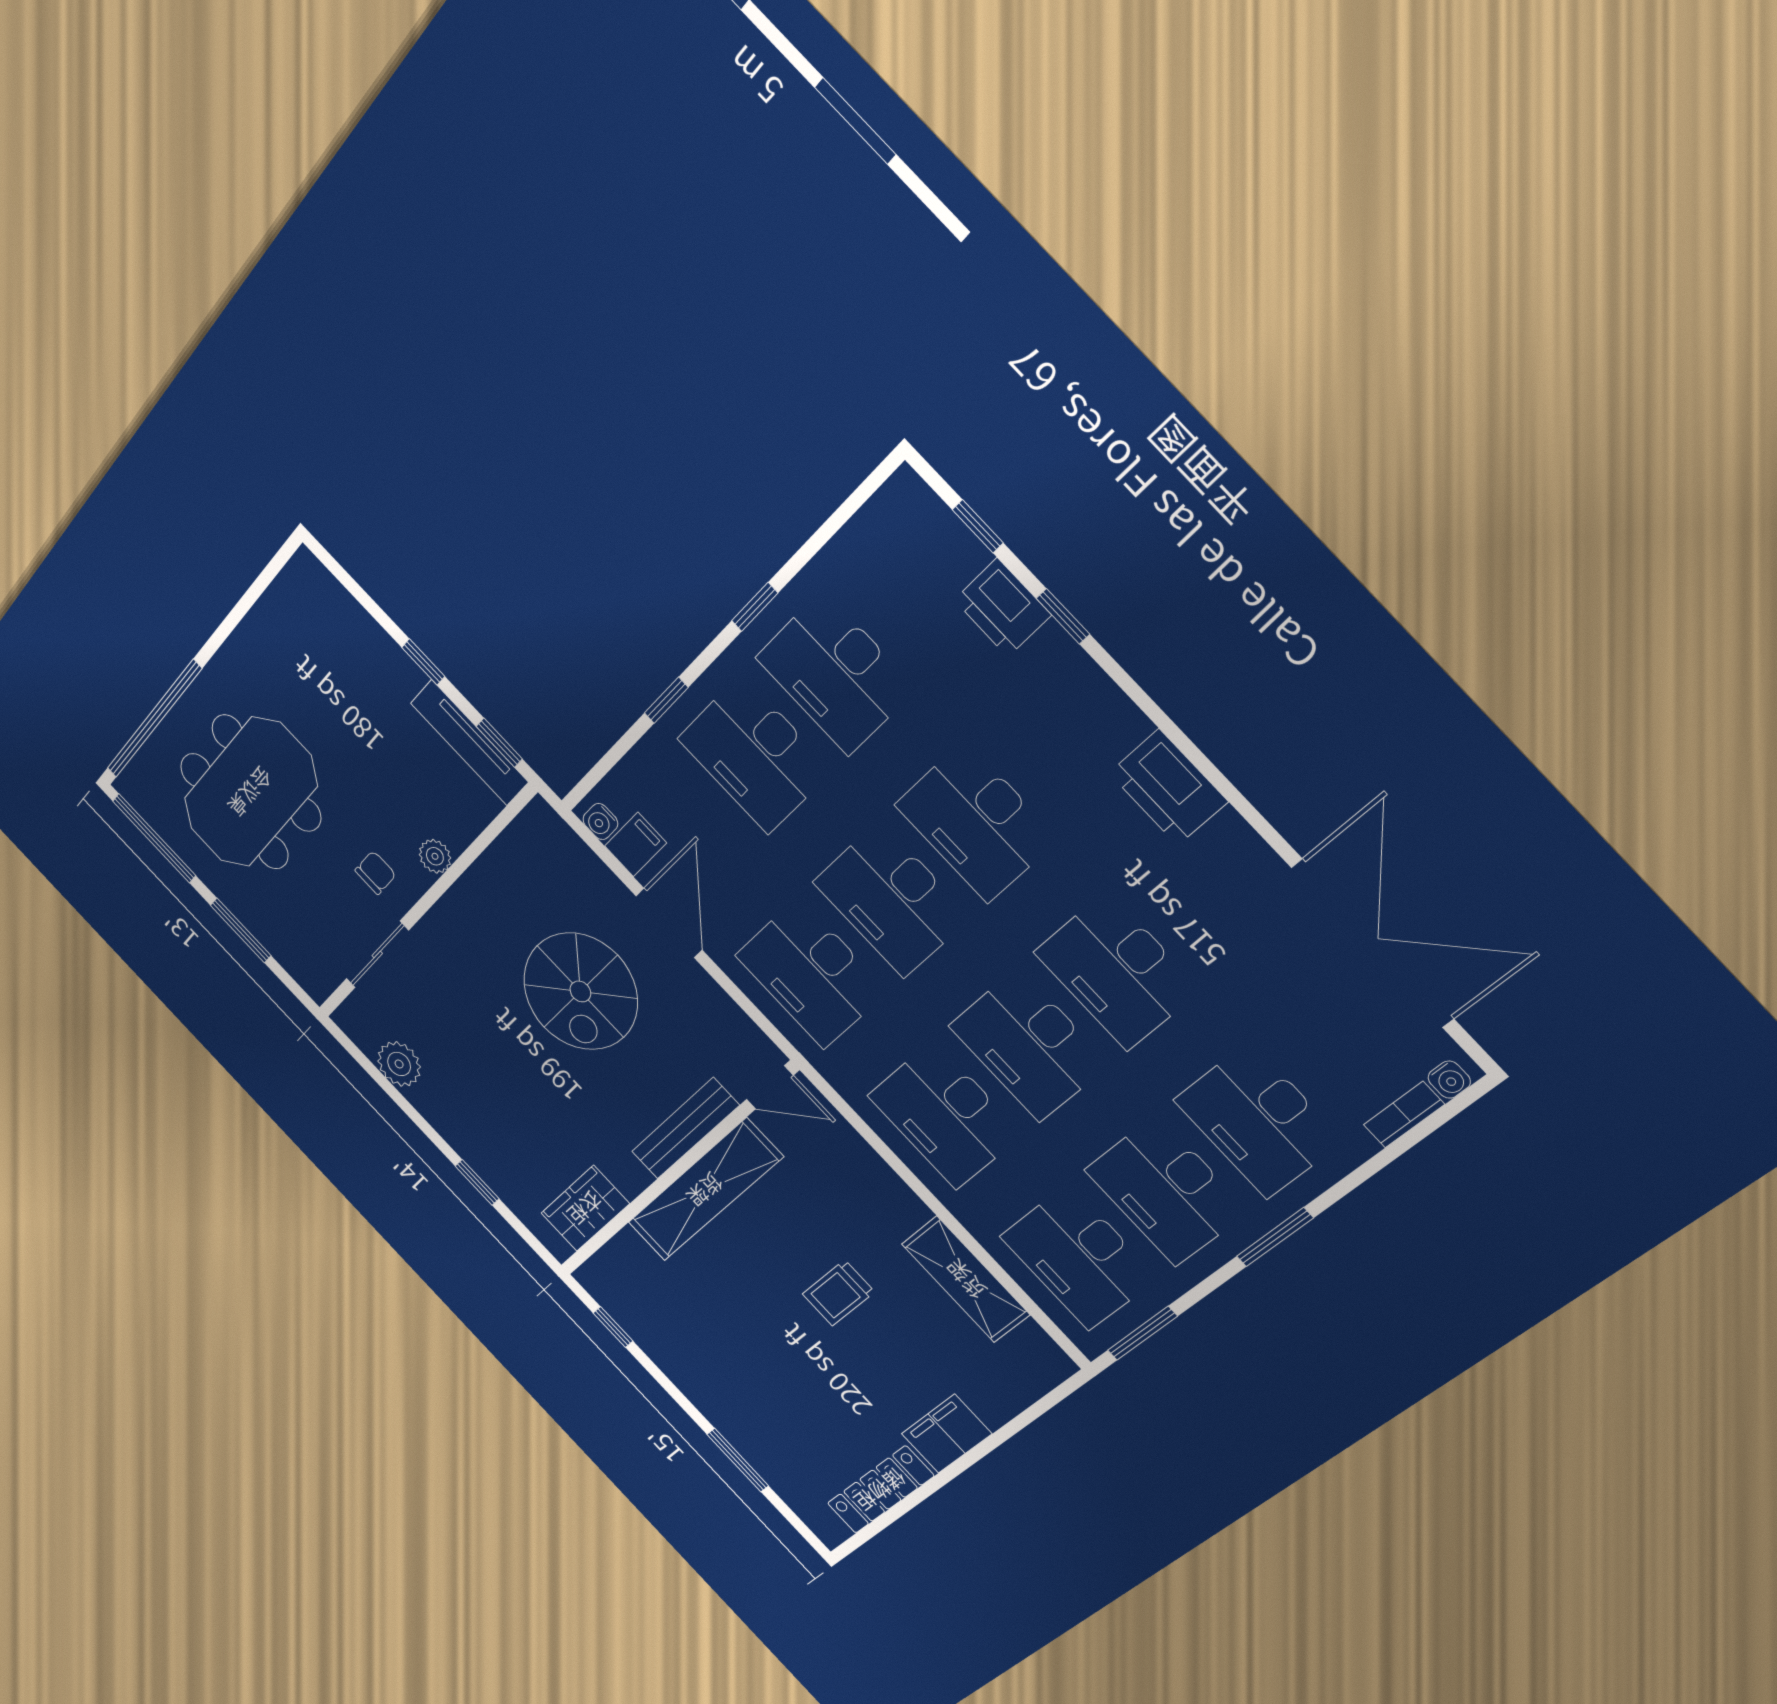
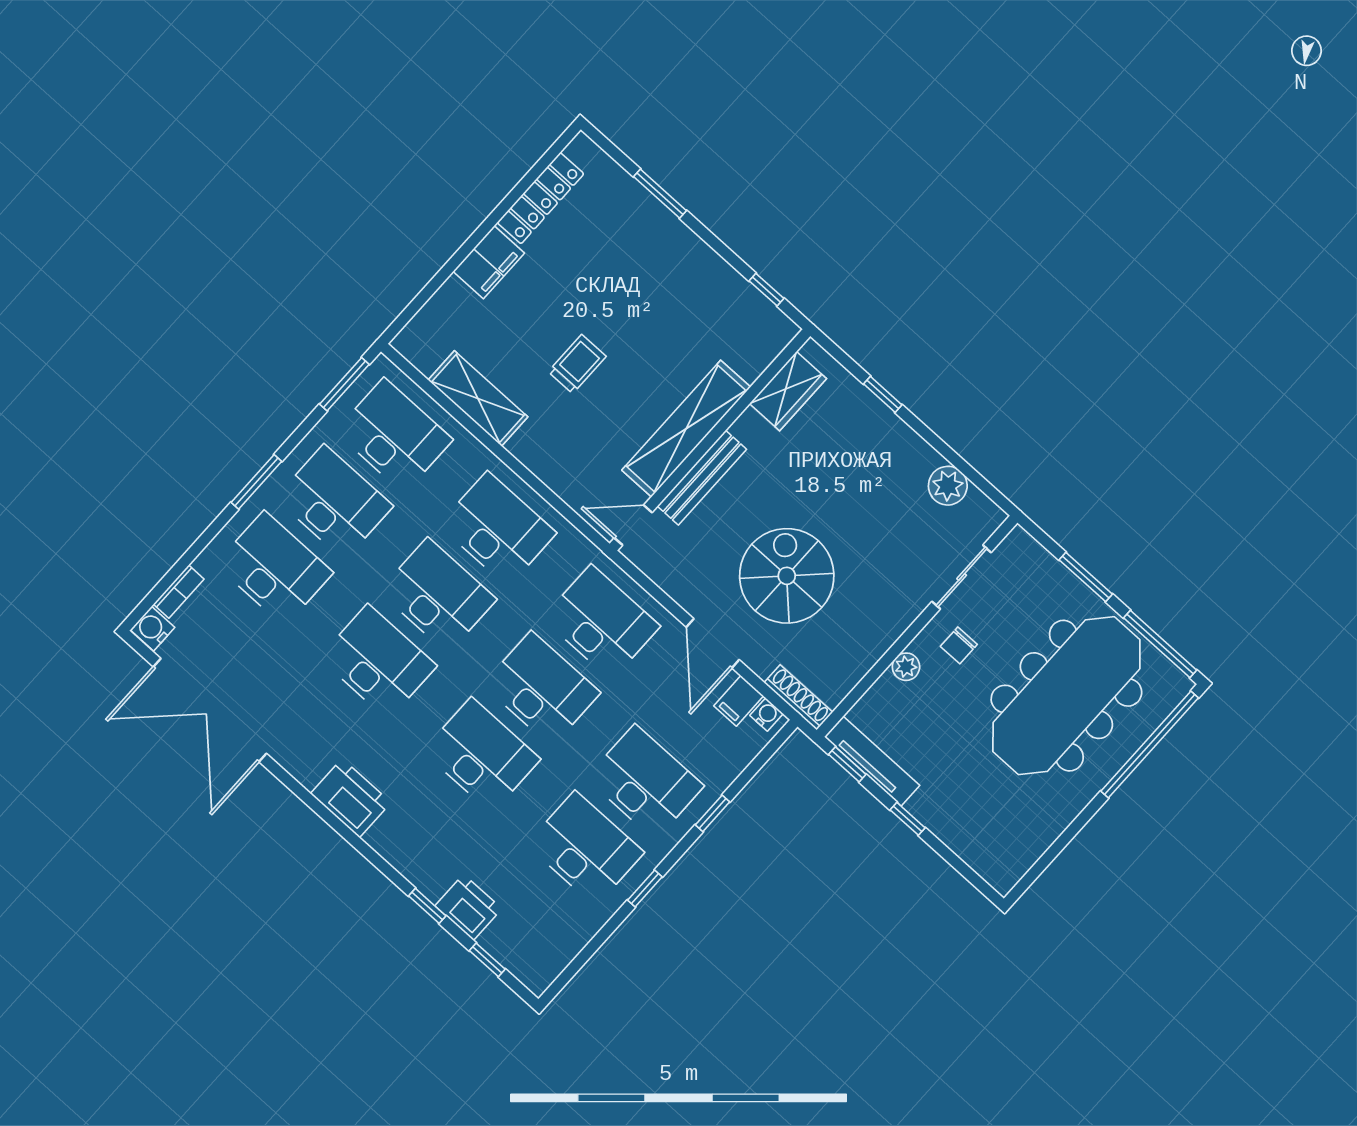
meeting table: (250, 792) -> (1066, 696), width x1.36
shoe rack: (562, 838) -> (798, 697), added
water cooler: (1449, 1080) -> (153, 629), width x1.38, depth x1.38

